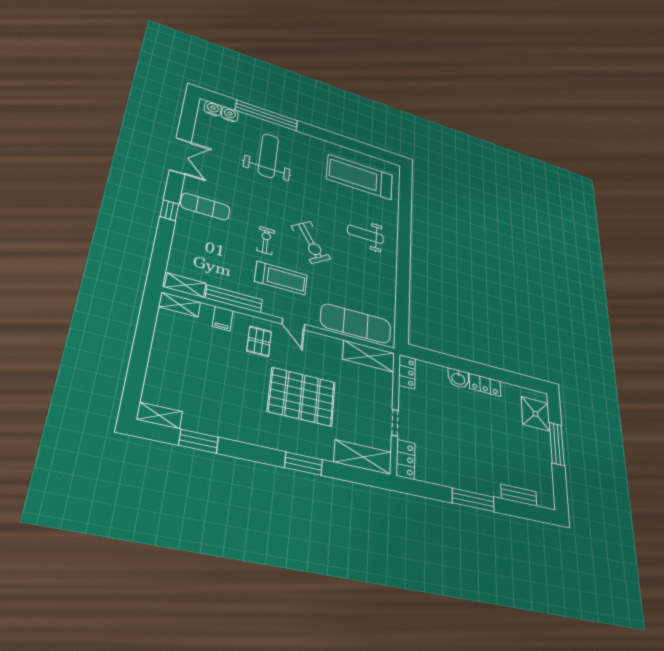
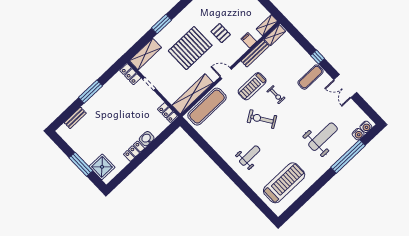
weight bench: (268, 156) -> (323, 137), turned -90
pallet: (259, 341) -> (221, 33), moved
shelving: (369, 356) -> (193, 94), width x1.47

